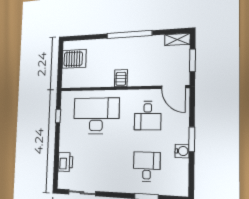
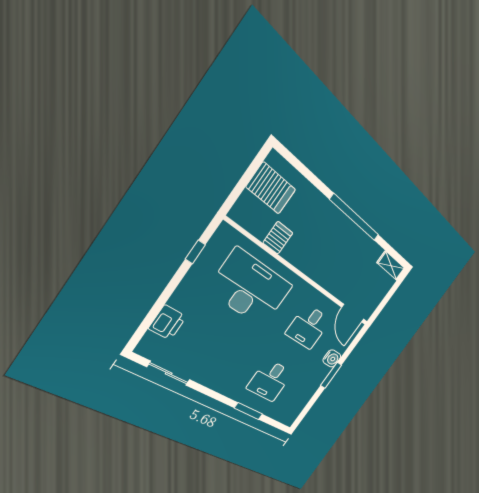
window: (192, 60) -> (387, 298), removed
server rack: (121, 78) -> (278, 238), moved
water cooler: (182, 151) -> (332, 358), moved
desk: (147, 167) -> (270, 380), turned 180

